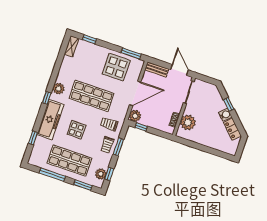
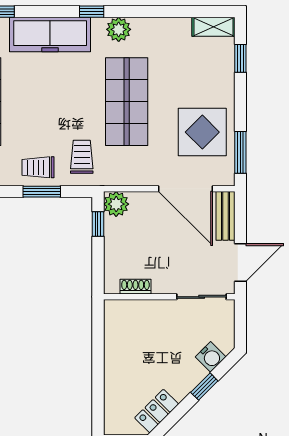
door: (135, 93) -> (186, 189), moved
water cooler: (225, 115) -> (211, 357), moved
plant: (188, 123) -> (139, 316), removed
display table: (76, 130) -> (47, 94), removed

